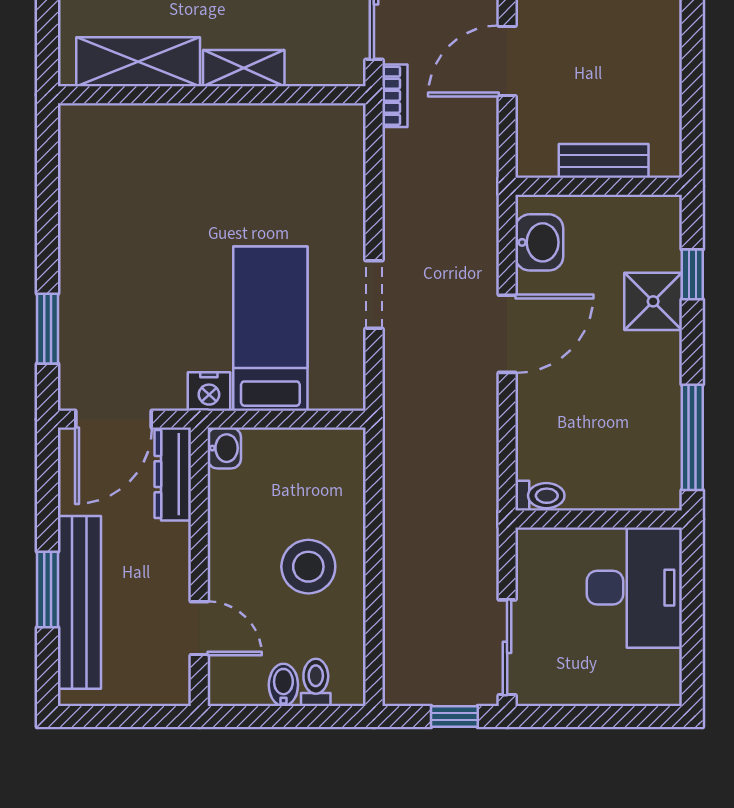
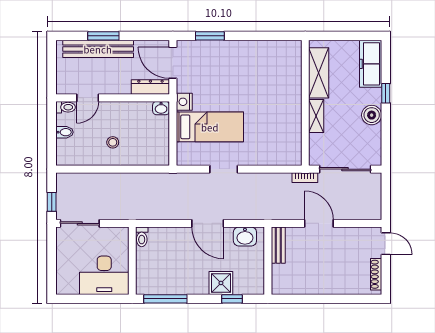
bench: (604, 161) -> (278, 245), moved
stool: (308, 567) -> (113, 142), width x0.53, depth x0.53
toilet: (316, 682) -> (66, 107), moved

